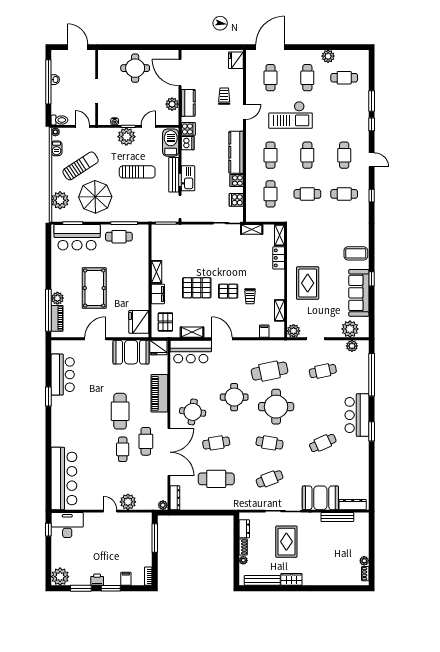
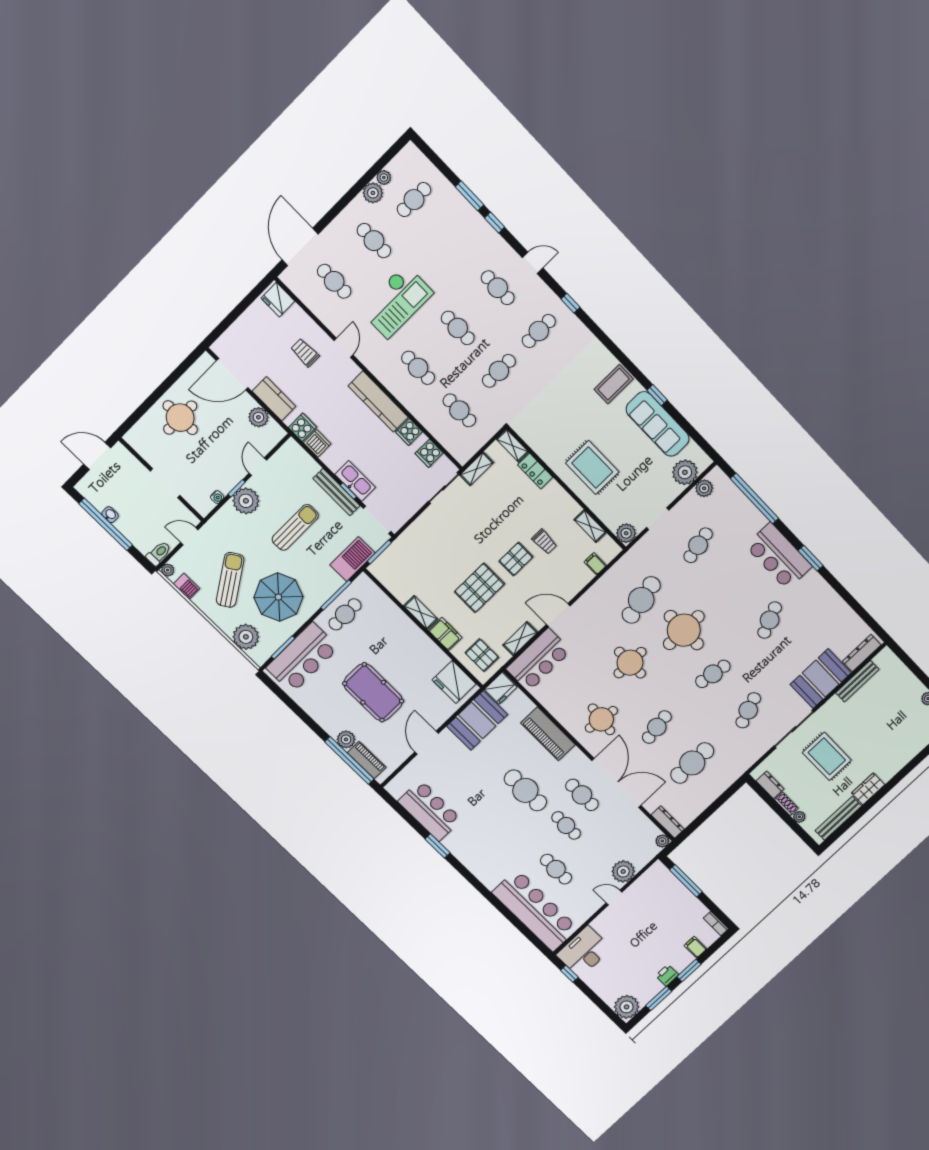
plant: (340, 54) -> (384, 178), added
barbecue: (171, 143) -> (352, 559), moved, turned 90
cafe table: (96, 467) -> (556, 869), added

